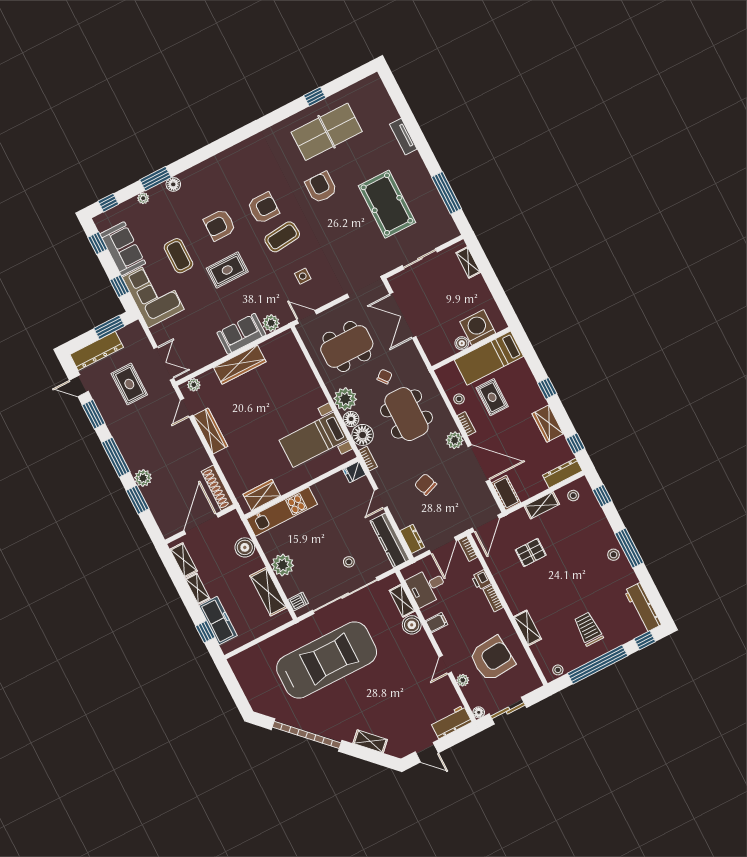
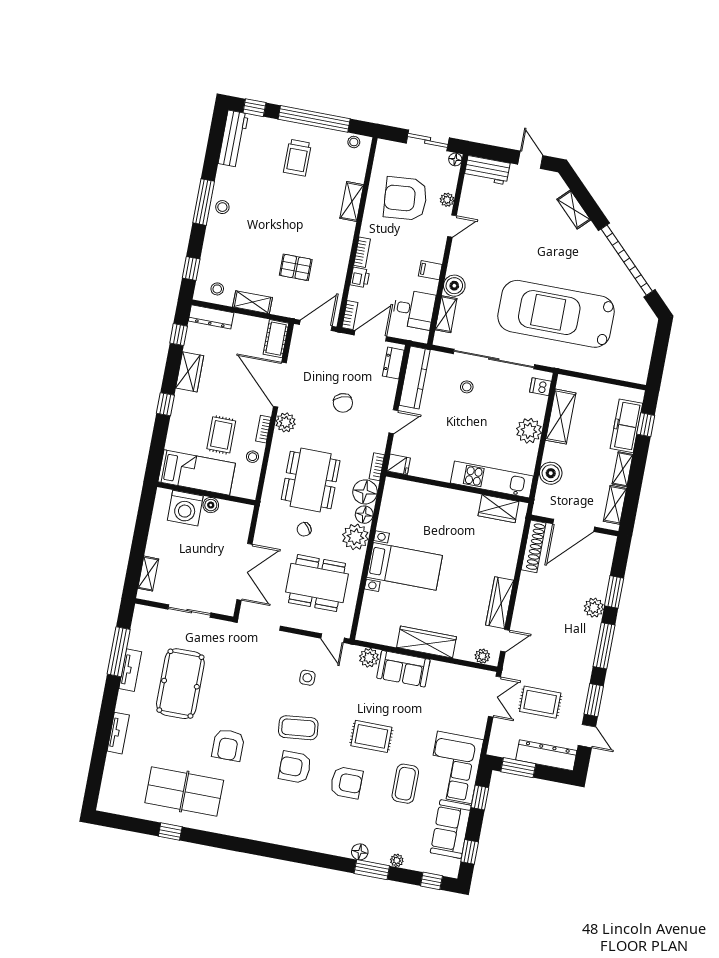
tv unit: (429, 186) -> (130, 670), added
double door: (164, 363) -> (494, 697), swing flipped
rug: (129, 384) -> (540, 702), turned 90
bed with nightstands: (313, 440) -> (405, 566), moved

